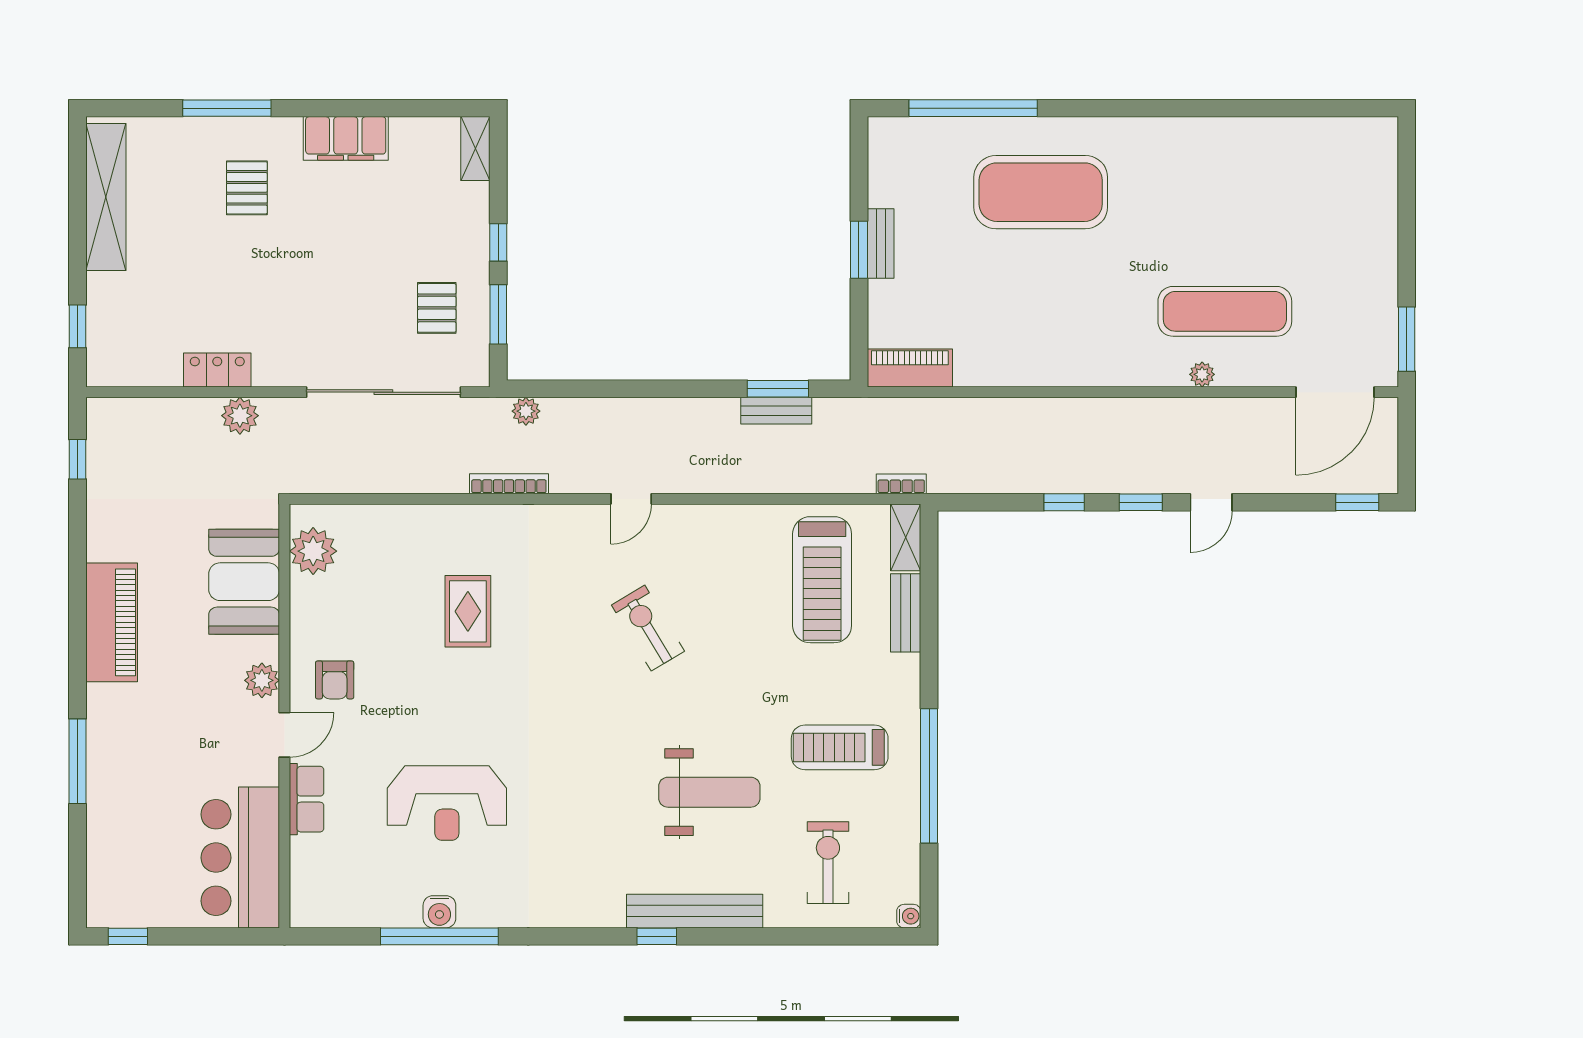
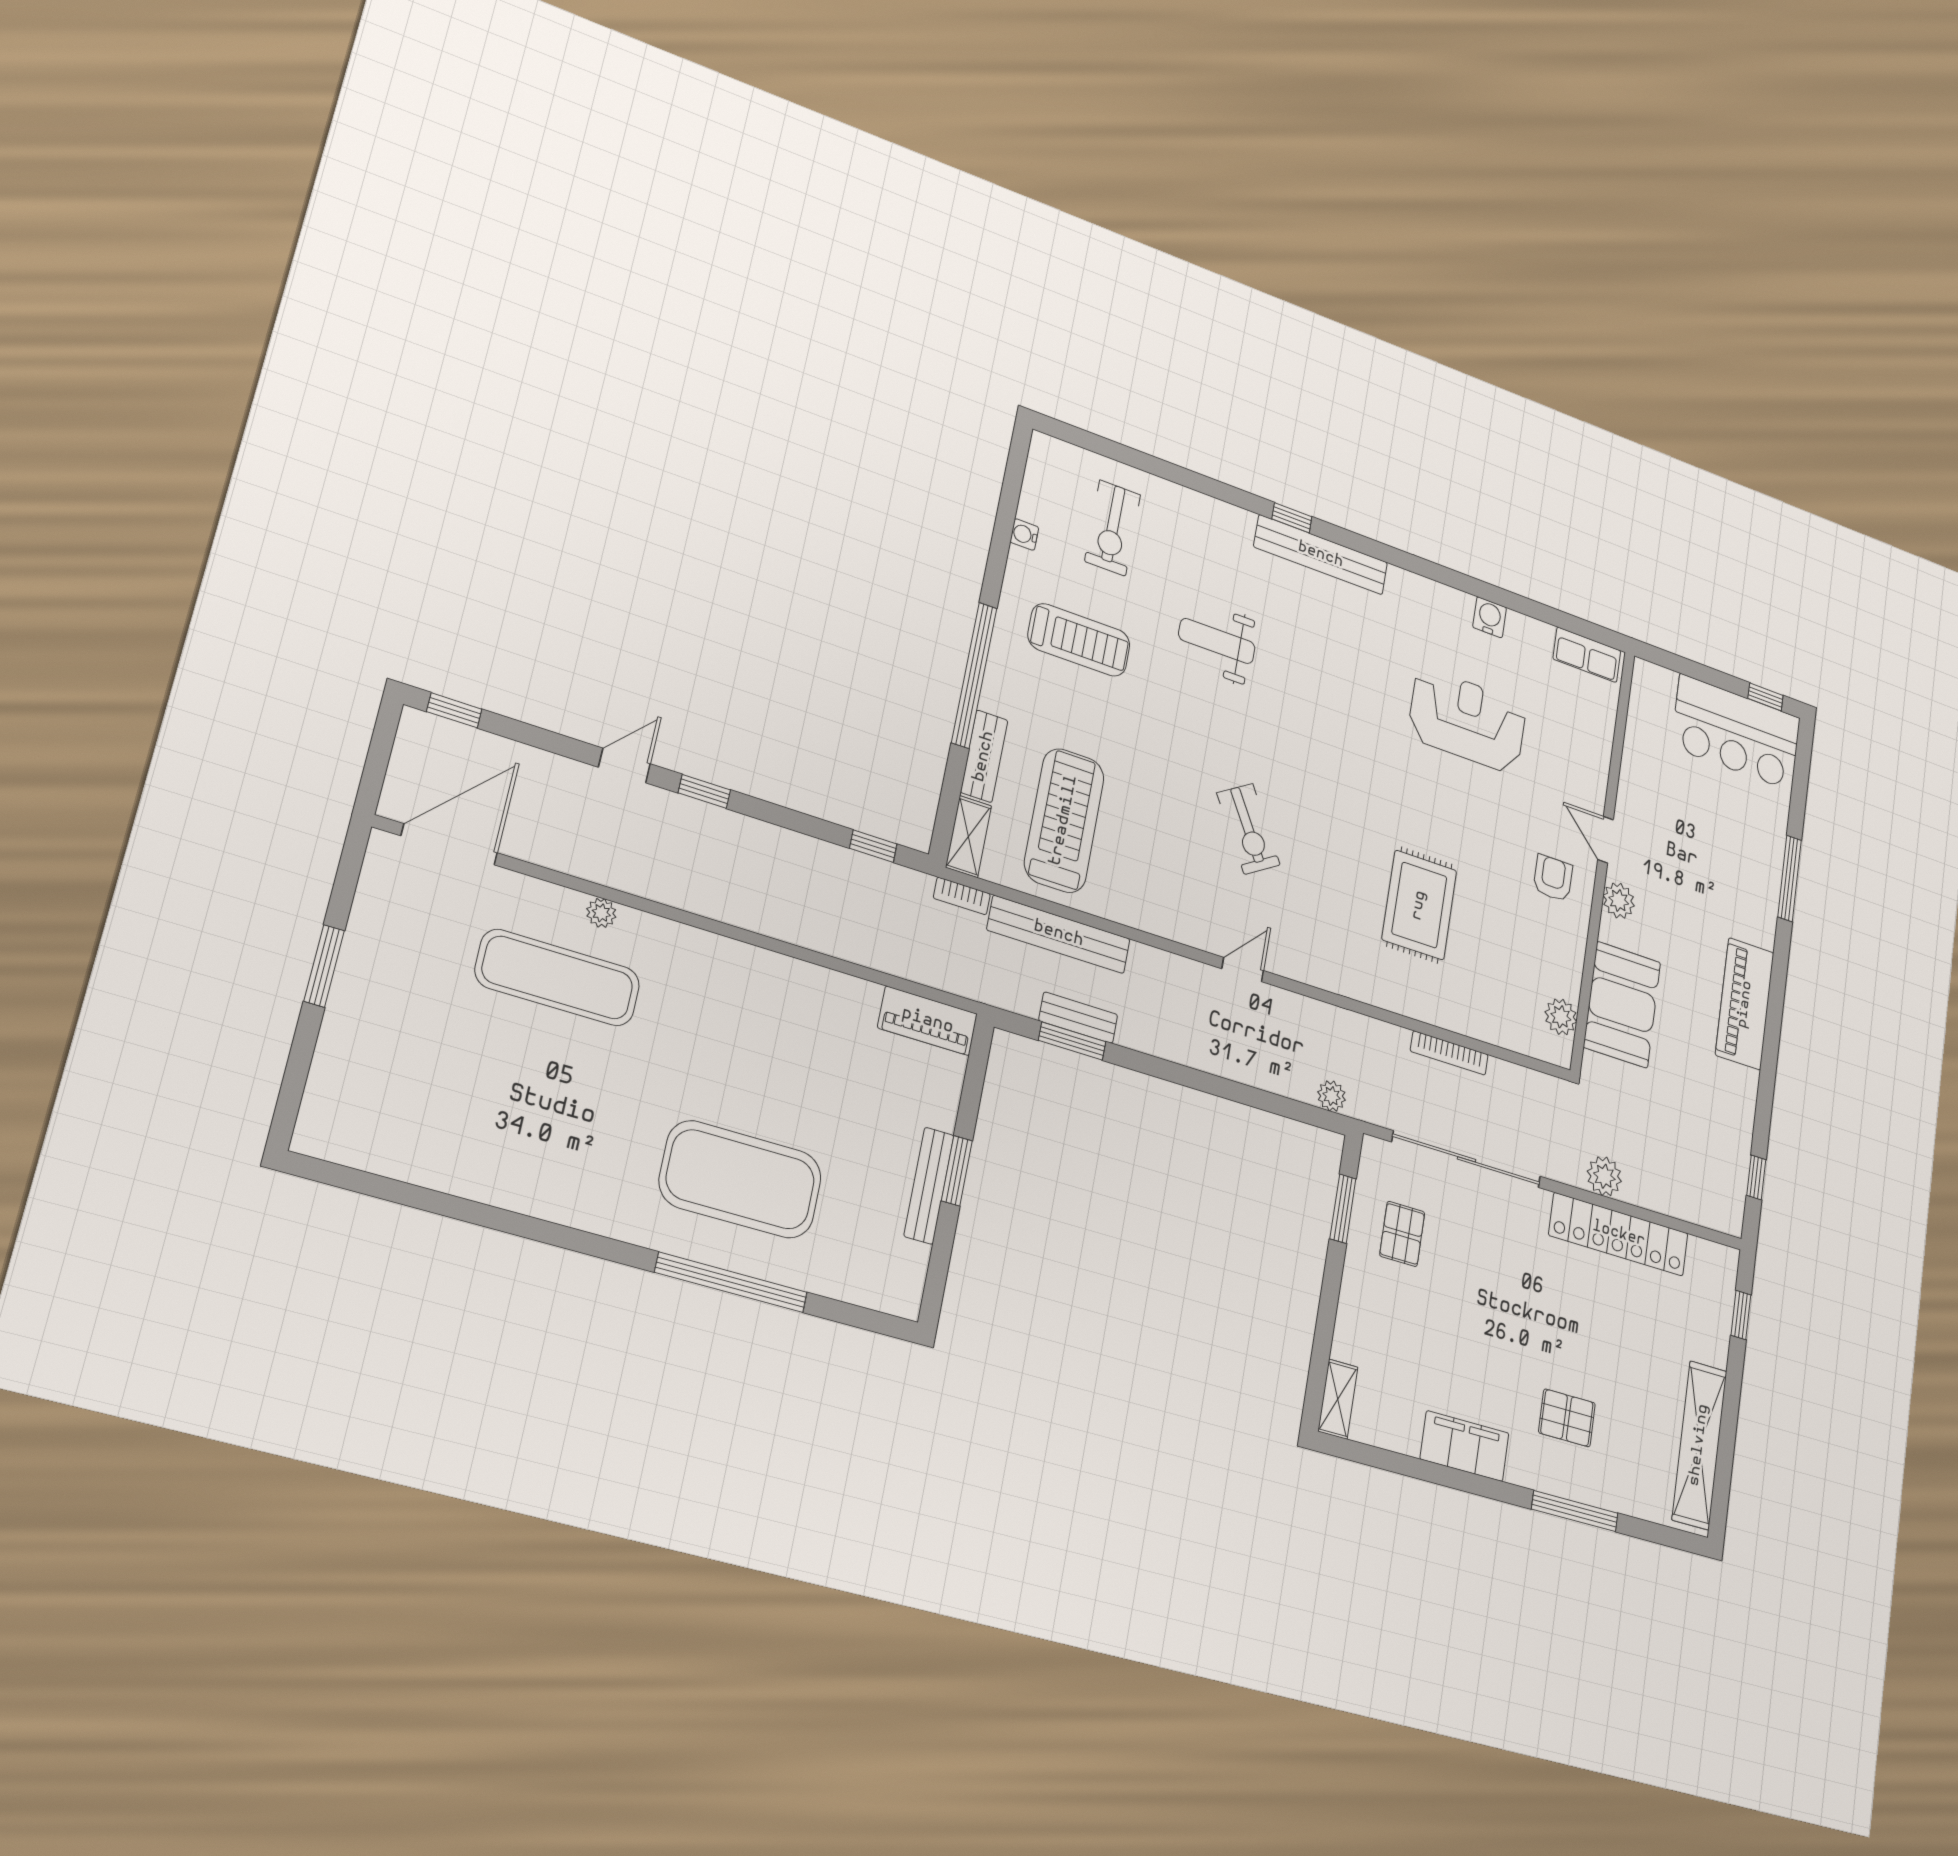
window: (973, 108) -> (731, 1282), moved
pallet: (247, 188) -> (1567, 1418), turned 90
window: (498, 242) -> (1331, 1288), removed
bench: (881, 243) -> (929, 1186), width x1.36
window: (1407, 339) -> (324, 966), moved
locker: (217, 370) -> (1619, 1234), width x2.16, depth x1.21
bench: (808, 478) -> (1059, 934), added
bookcase: (509, 484) -> (1449, 1053), moved
window: (1064, 502) -> (873, 846), moved
plant: (313, 551) -> (1561, 1017), width x0.73, depth x0.73
rug: (468, 611) -> (1419, 905), width x1.36, depth x1.43
door: (284, 735) -> (1605, 840), hinge flipped
window: (929, 776) -> (974, 675), moved
weight bench: (709, 792) -> (1217, 641), width x0.73, depth x0.75
row of seats: (307, 799) -> (1587, 655), moved, turned -90
bar counter: (240, 858) -> (1736, 732), moved, turned 90
bench: (695, 911) -> (1321, 555), moved
water cooler: (909, 916) -> (1024, 535), moved
window: (439, 936) -> (1493, 594), removed

